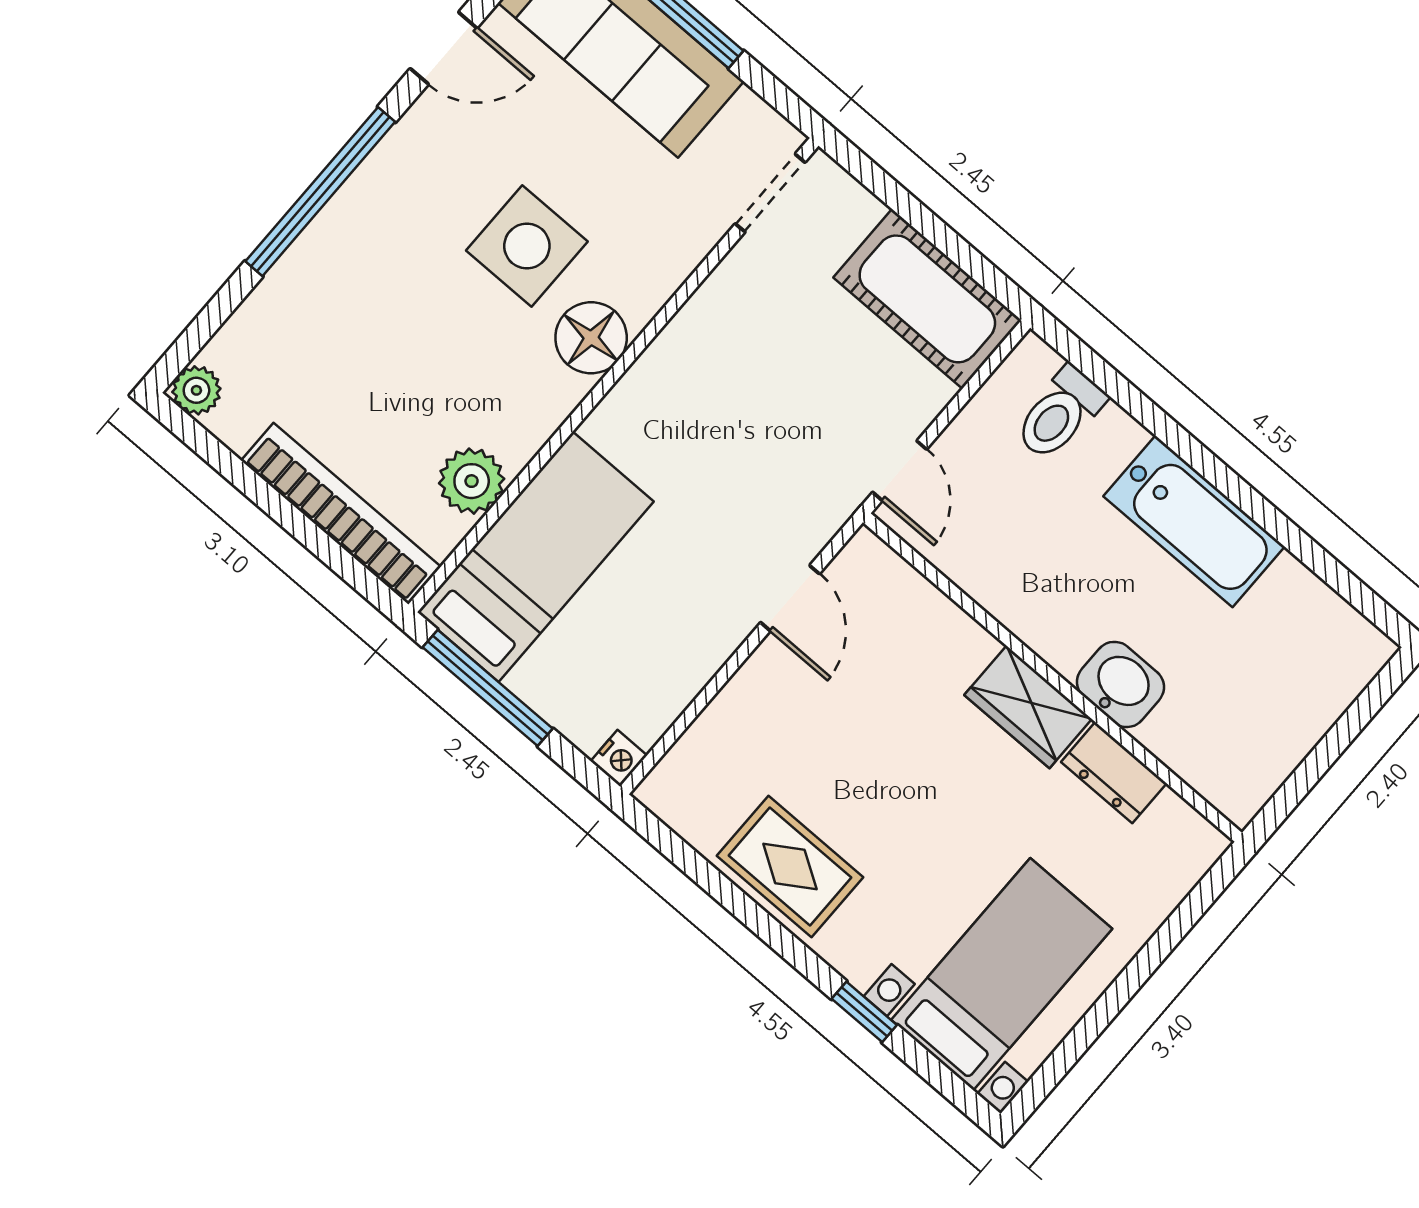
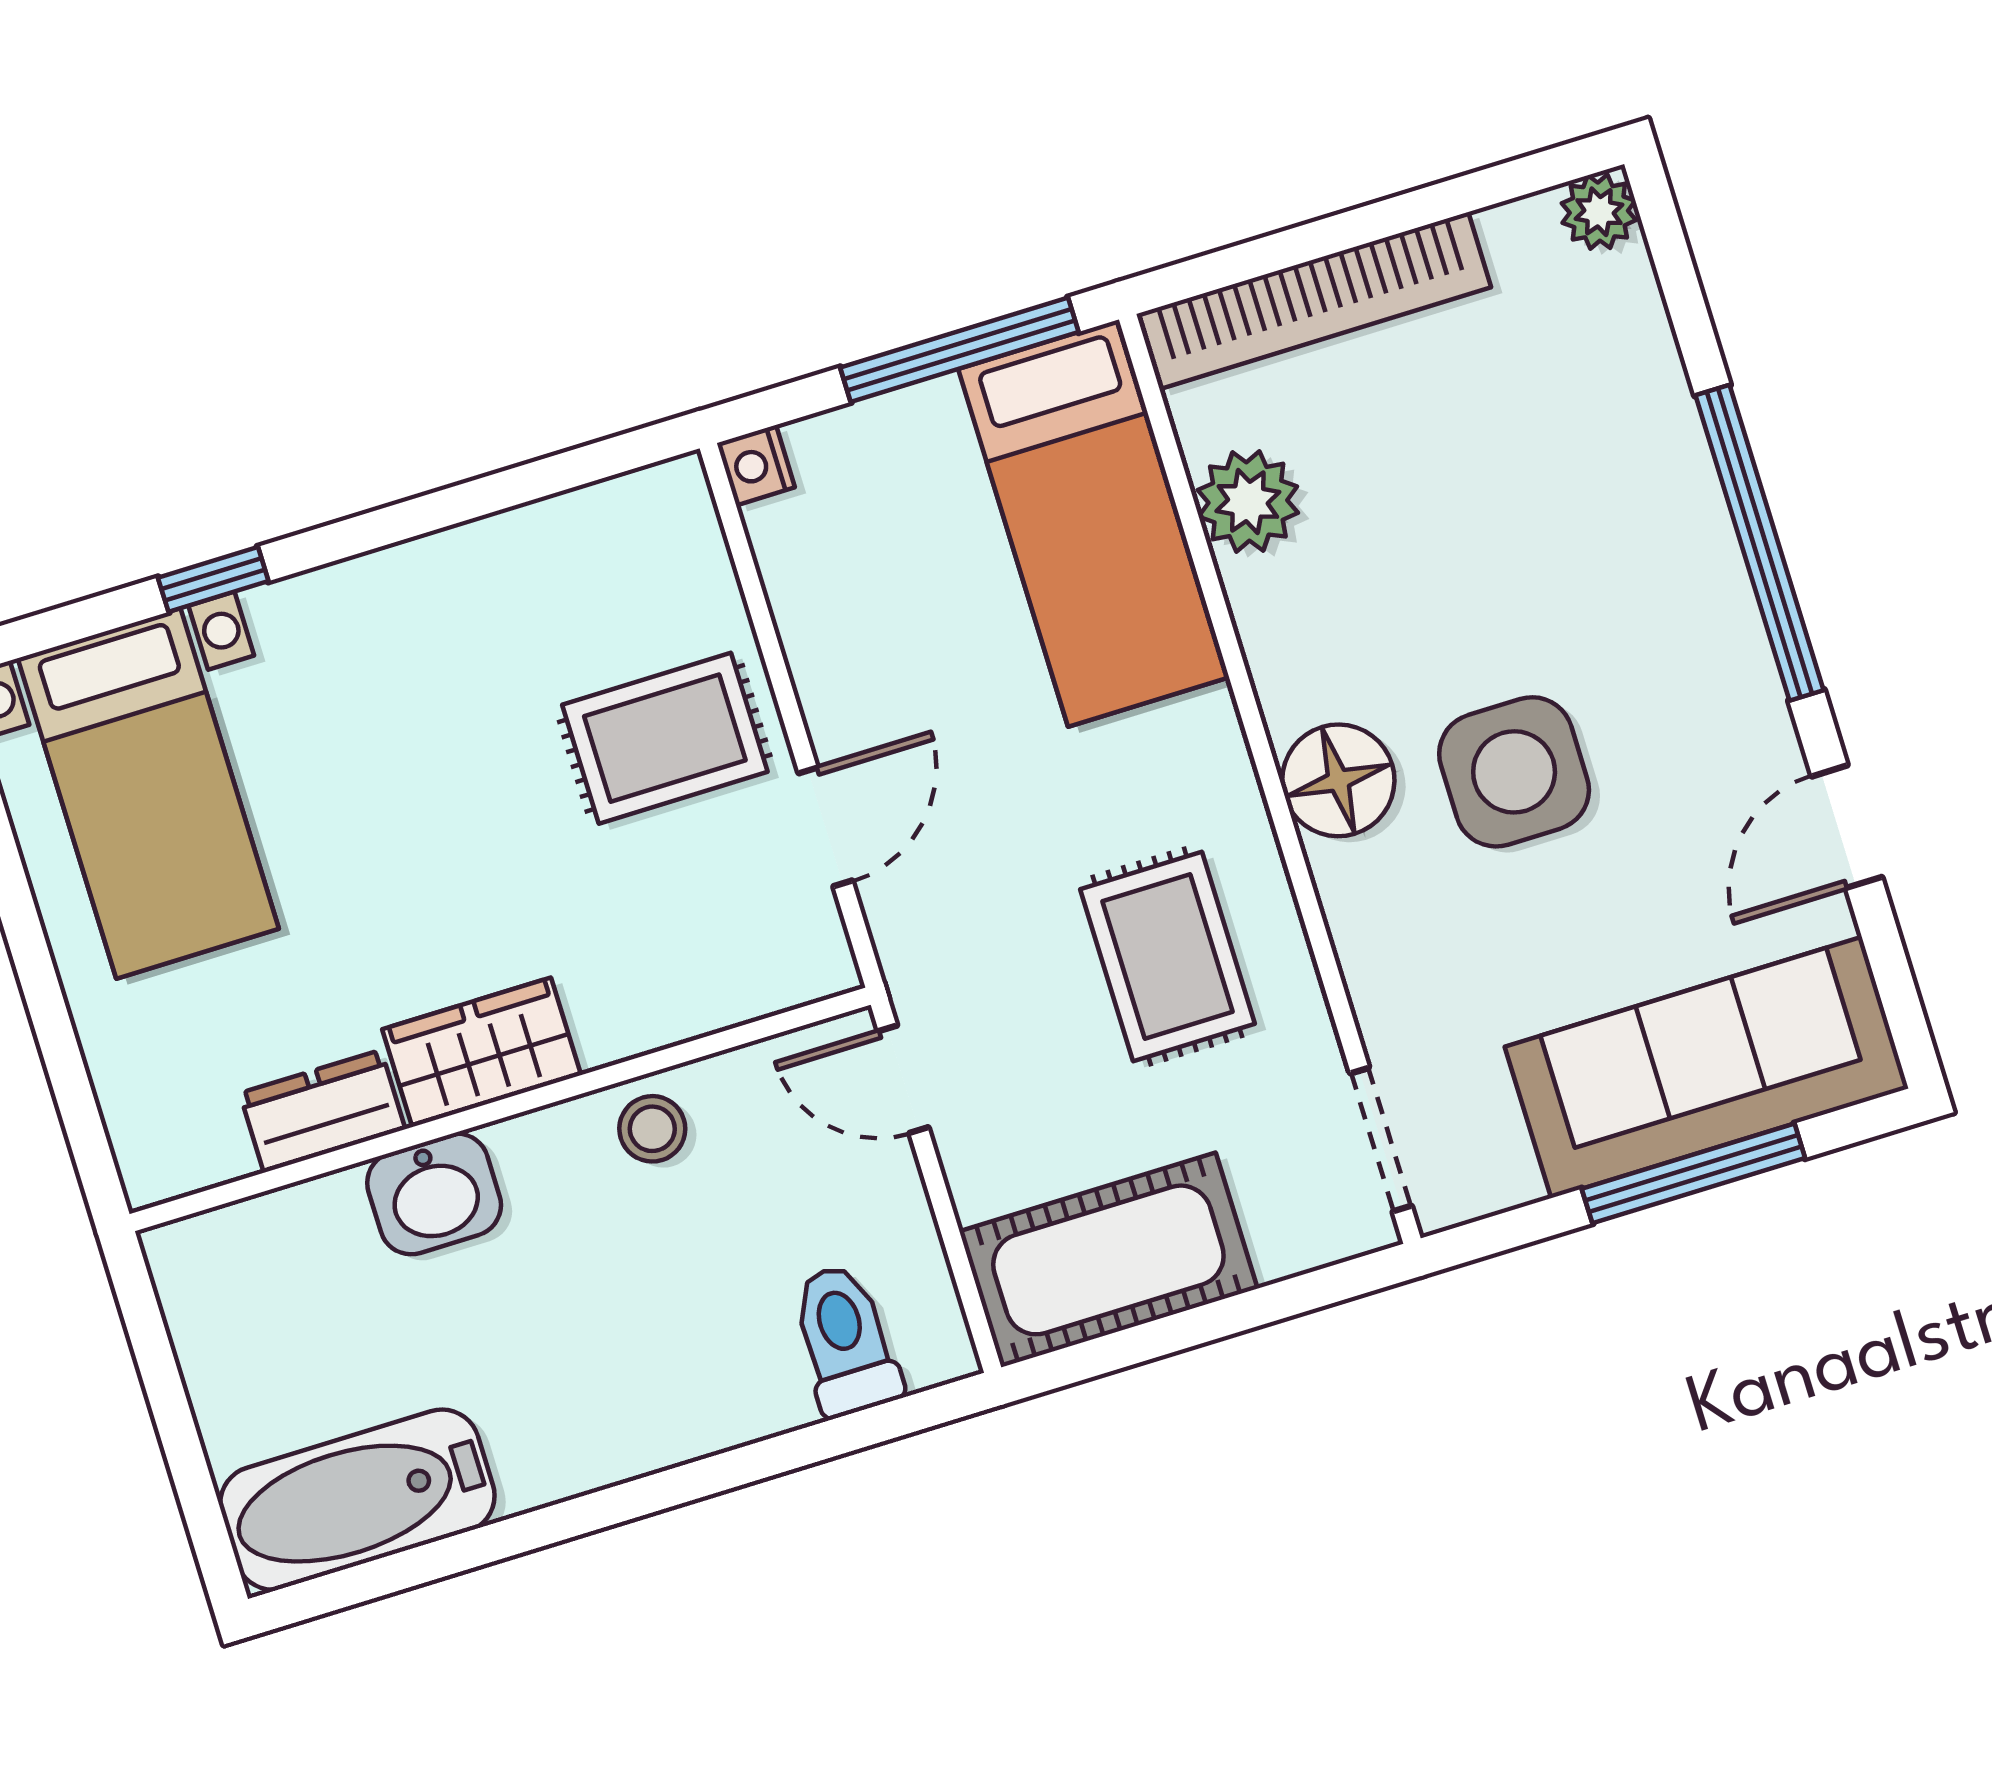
rug: (744, 370) -> (1168, 957), added
bathtub: (1194, 521) -> (357, 1500), moved
stool: (1011, 589) -> (652, 1129), added
door: (790, 598) -> (826, 827), swing flipped
rug: (790, 867) -> (665, 738), moved

